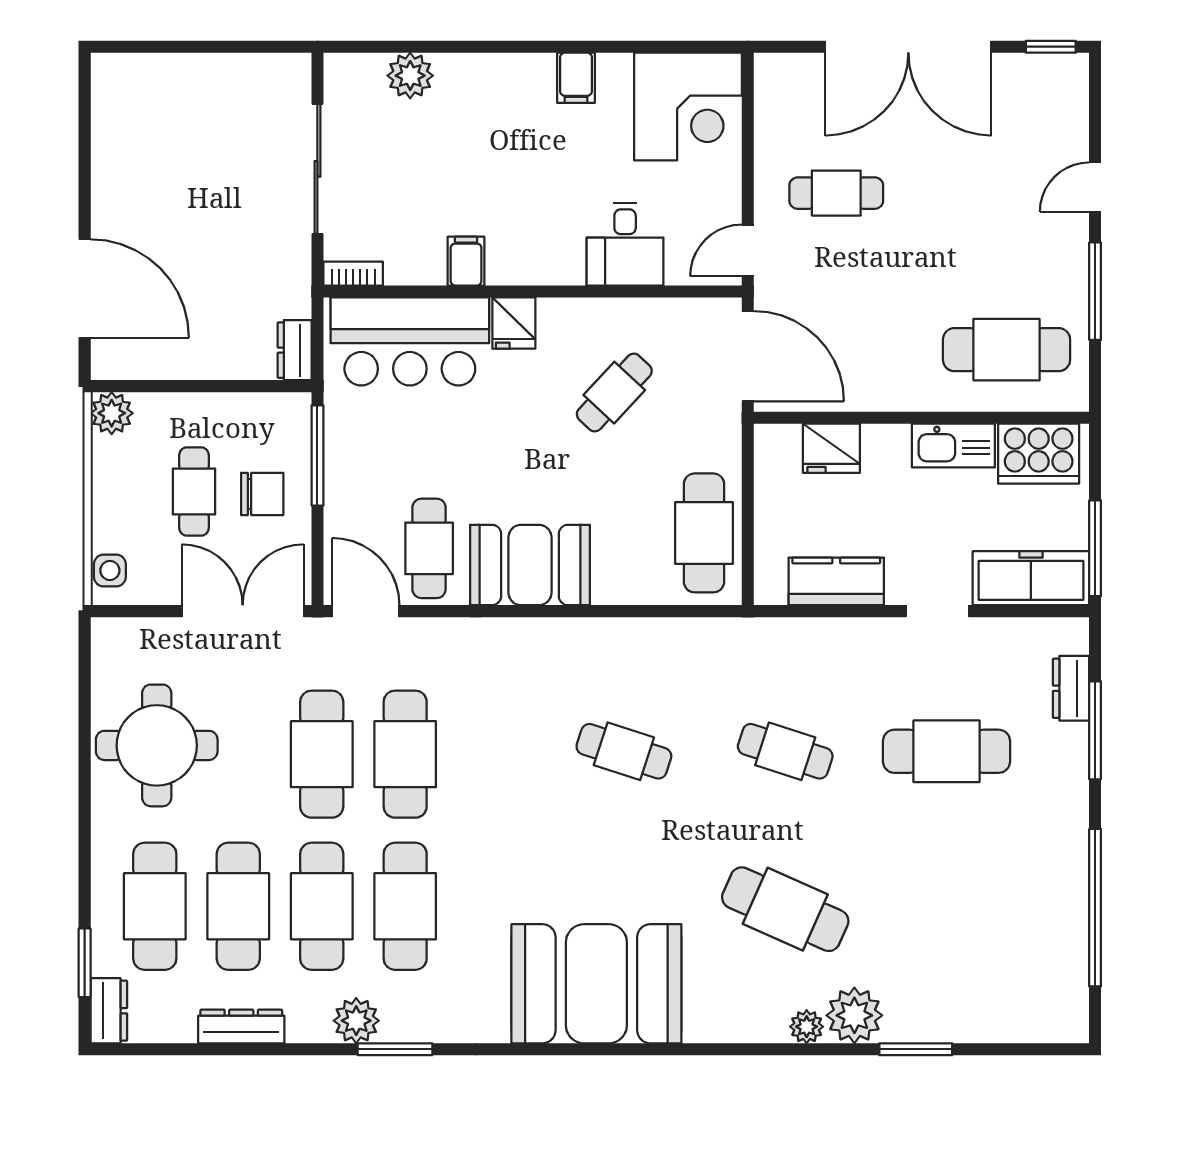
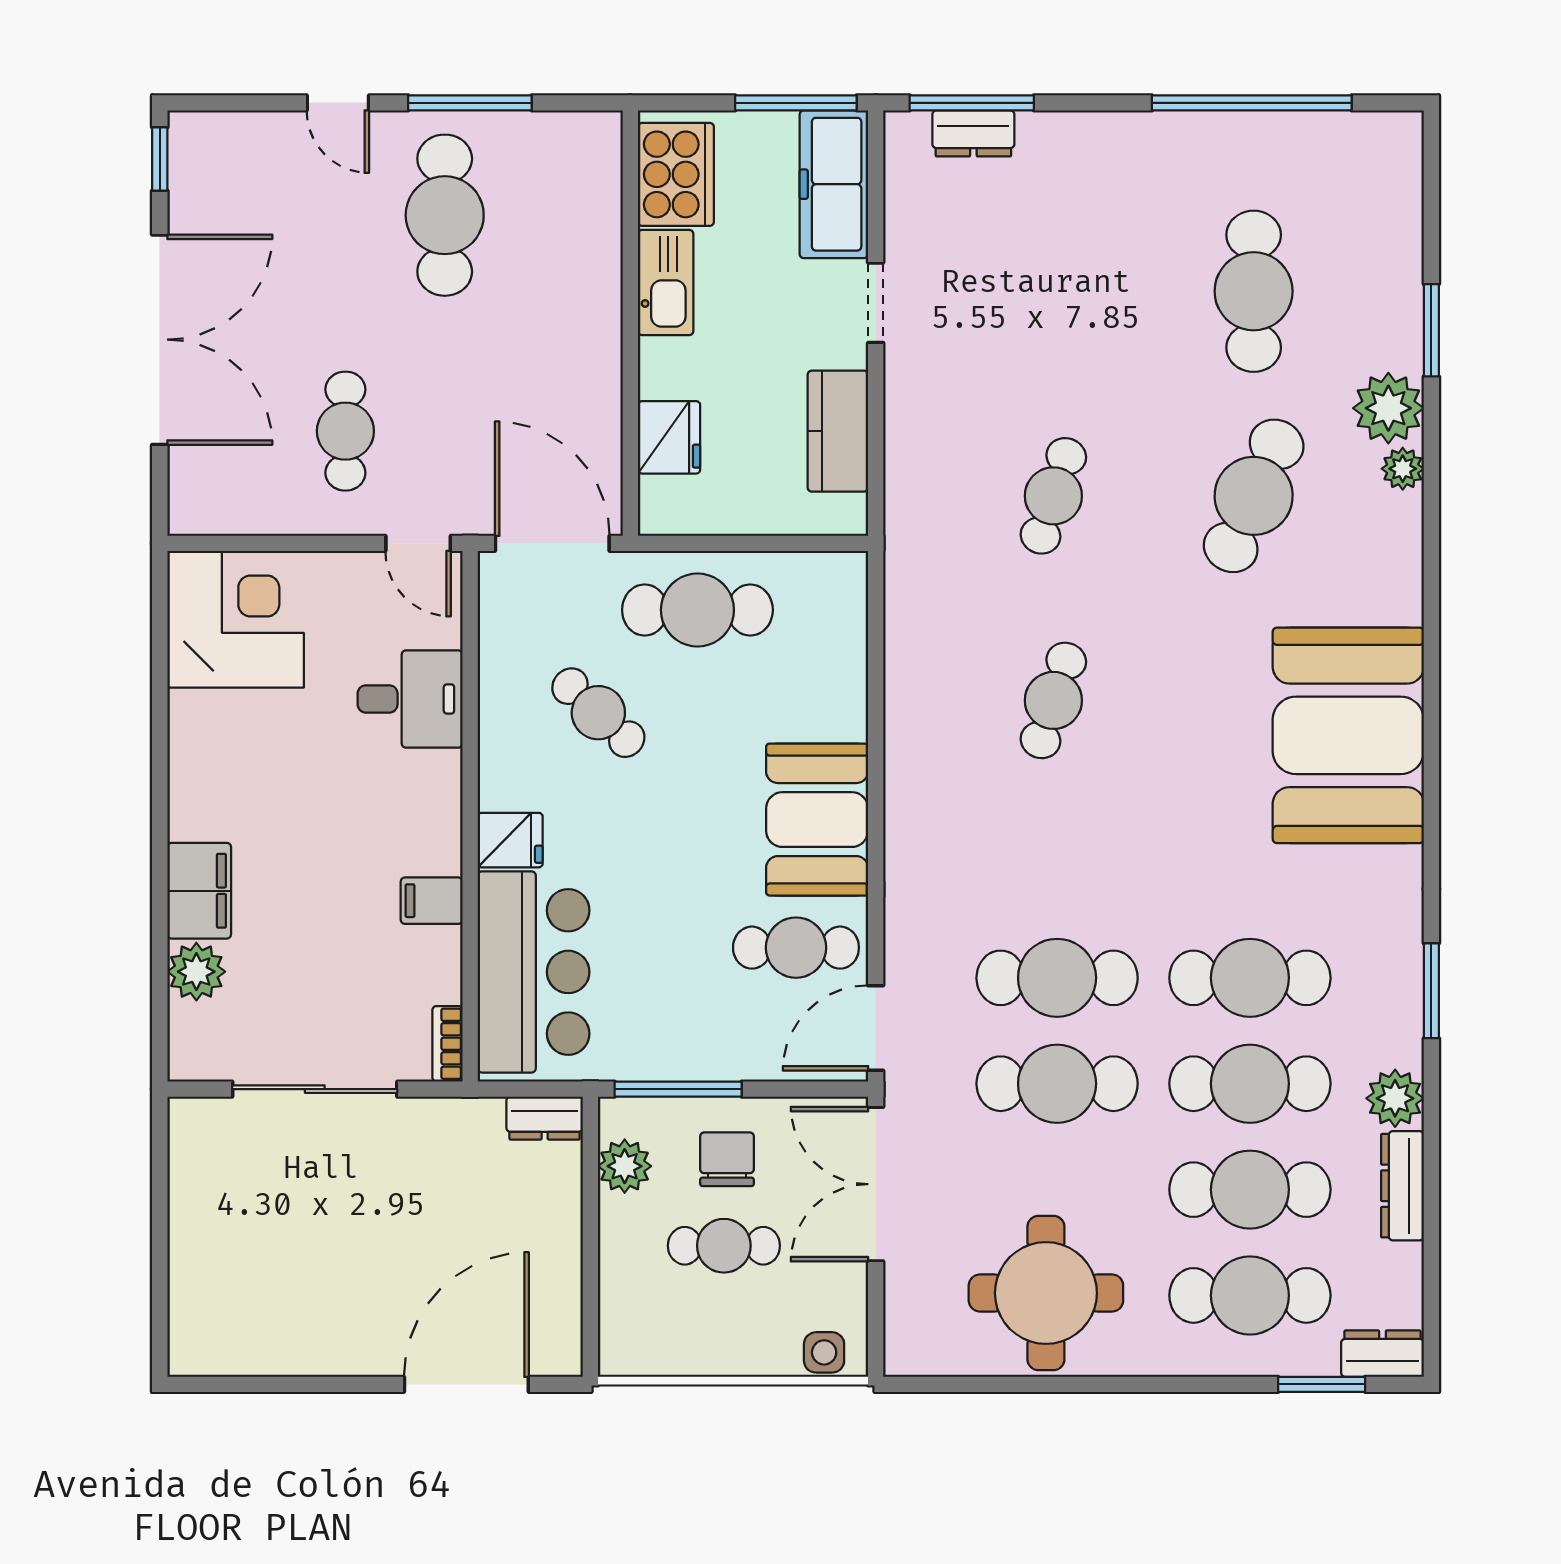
filing cabinet: (576, 78) -> (199, 891), moved, width x2.00
cafe table: (1007, 350) -> (445, 215), moved
door: (748, 356) -> (552, 543), hinge flipped
plant: (112, 413) -> (625, 1166), moved
cafe table: (704, 533) -> (697, 610), moved
window: (1095, 730) -> (972, 103), moved
cafe table: (947, 751) -> (1254, 291), moved
plant: (356, 1021) -> (1395, 1098), moved

